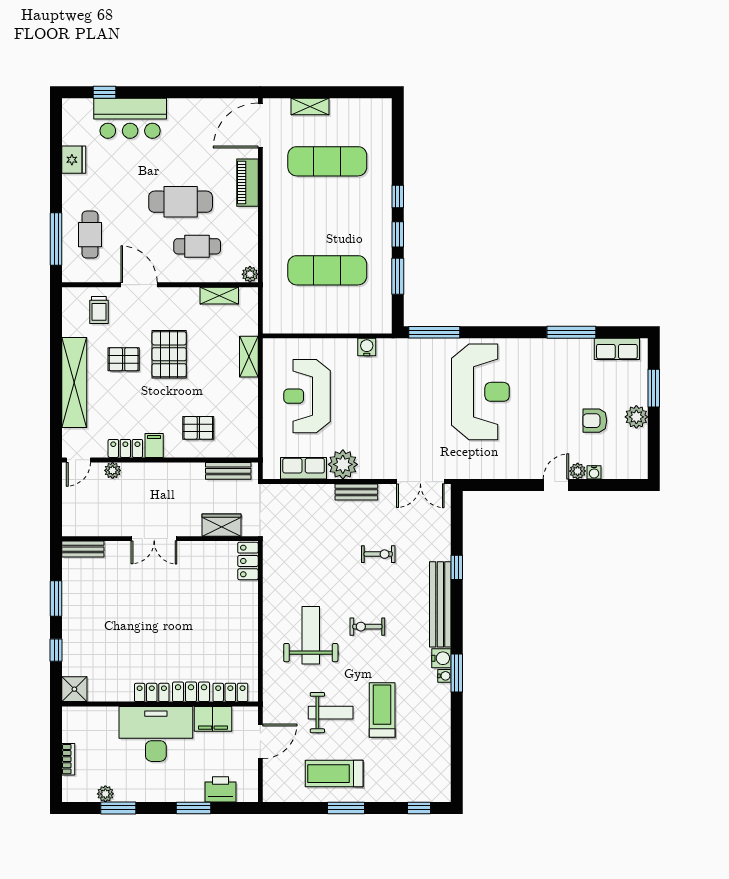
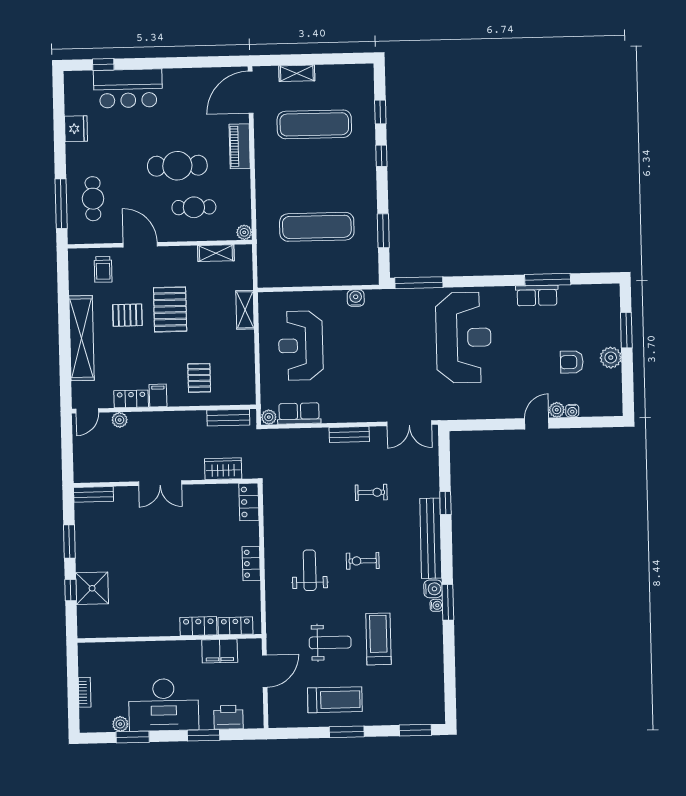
window: (398, 234) -> (380, 112), moved
row of seats: (617, 349) -> (537, 295), moved
pallet: (198, 428) -> (199, 378), turned 90
plant: (343, 464) -> (269, 417), moved, width x0.53, depth x0.53
weight bench: (311, 635) -> (310, 570), width x0.73, depth x0.75
shower: (74, 689) -> (92, 588), moved, width x1.36, depth x1.36
locker: (152, 692) -> (251, 564), moved, turned -90
desk: (156, 734) -> (164, 705), moved, turned 180
treadmill: (334, 774) -> (335, 700), turned 180
window: (419, 808) -> (415, 730), width x1.50

